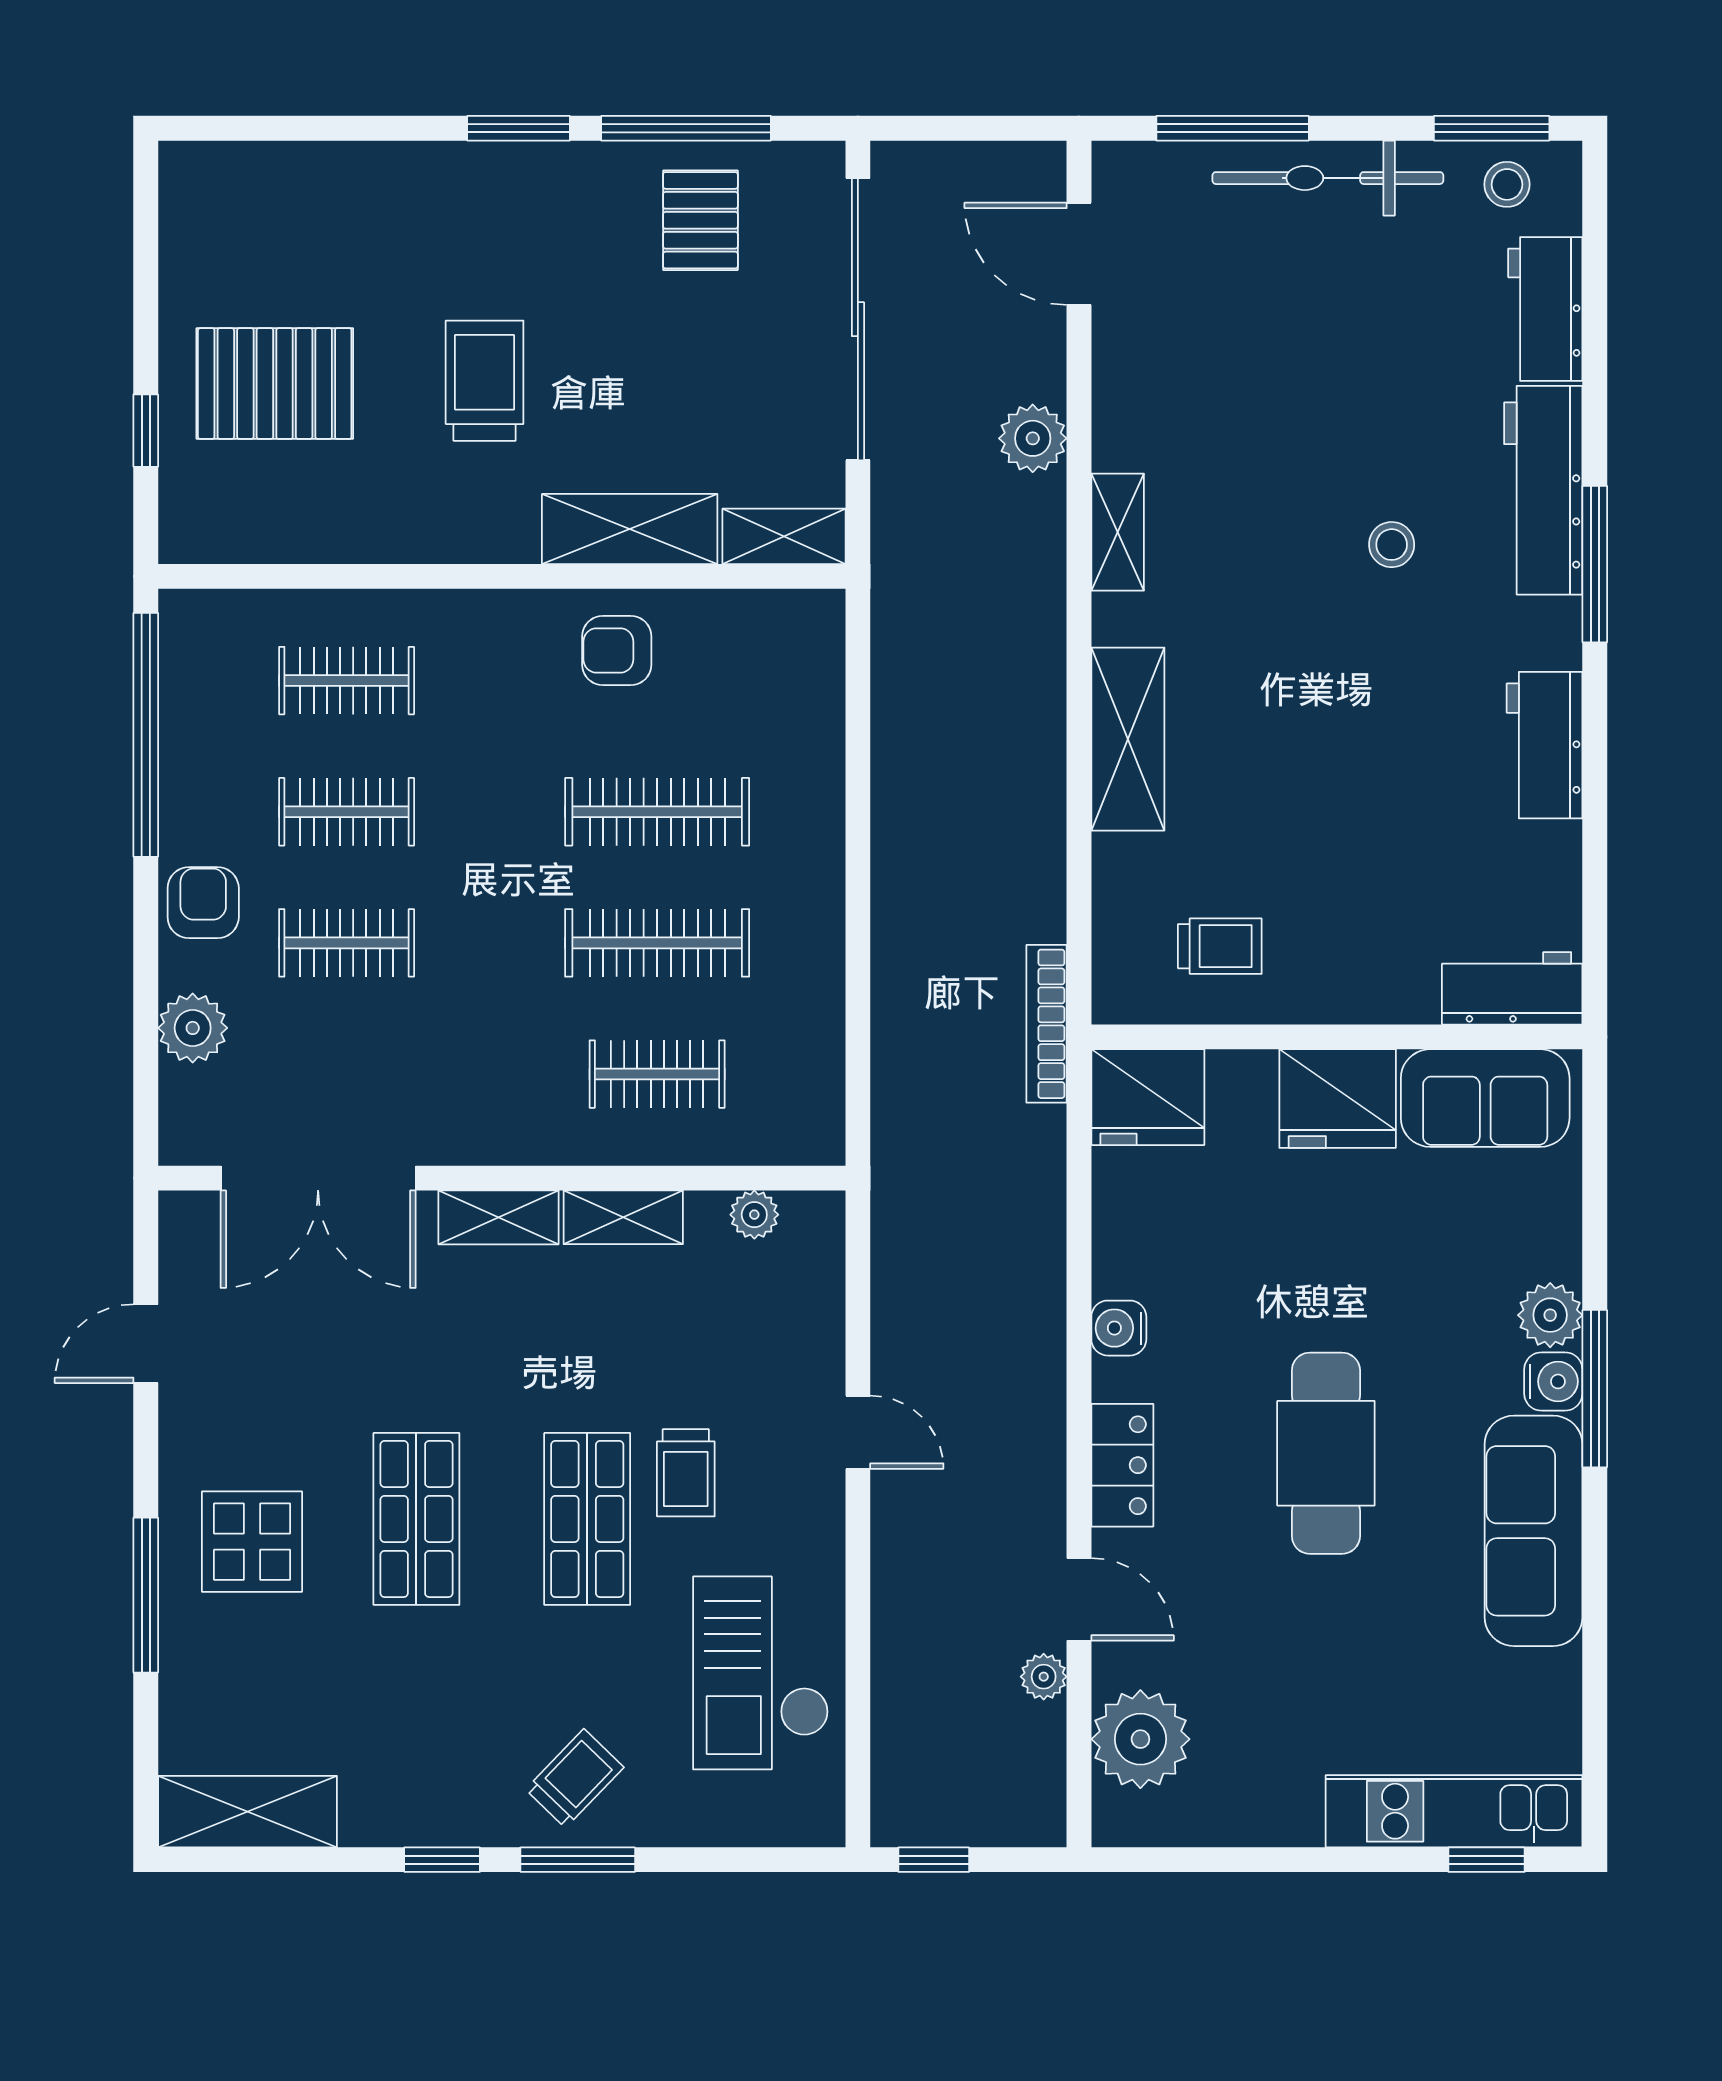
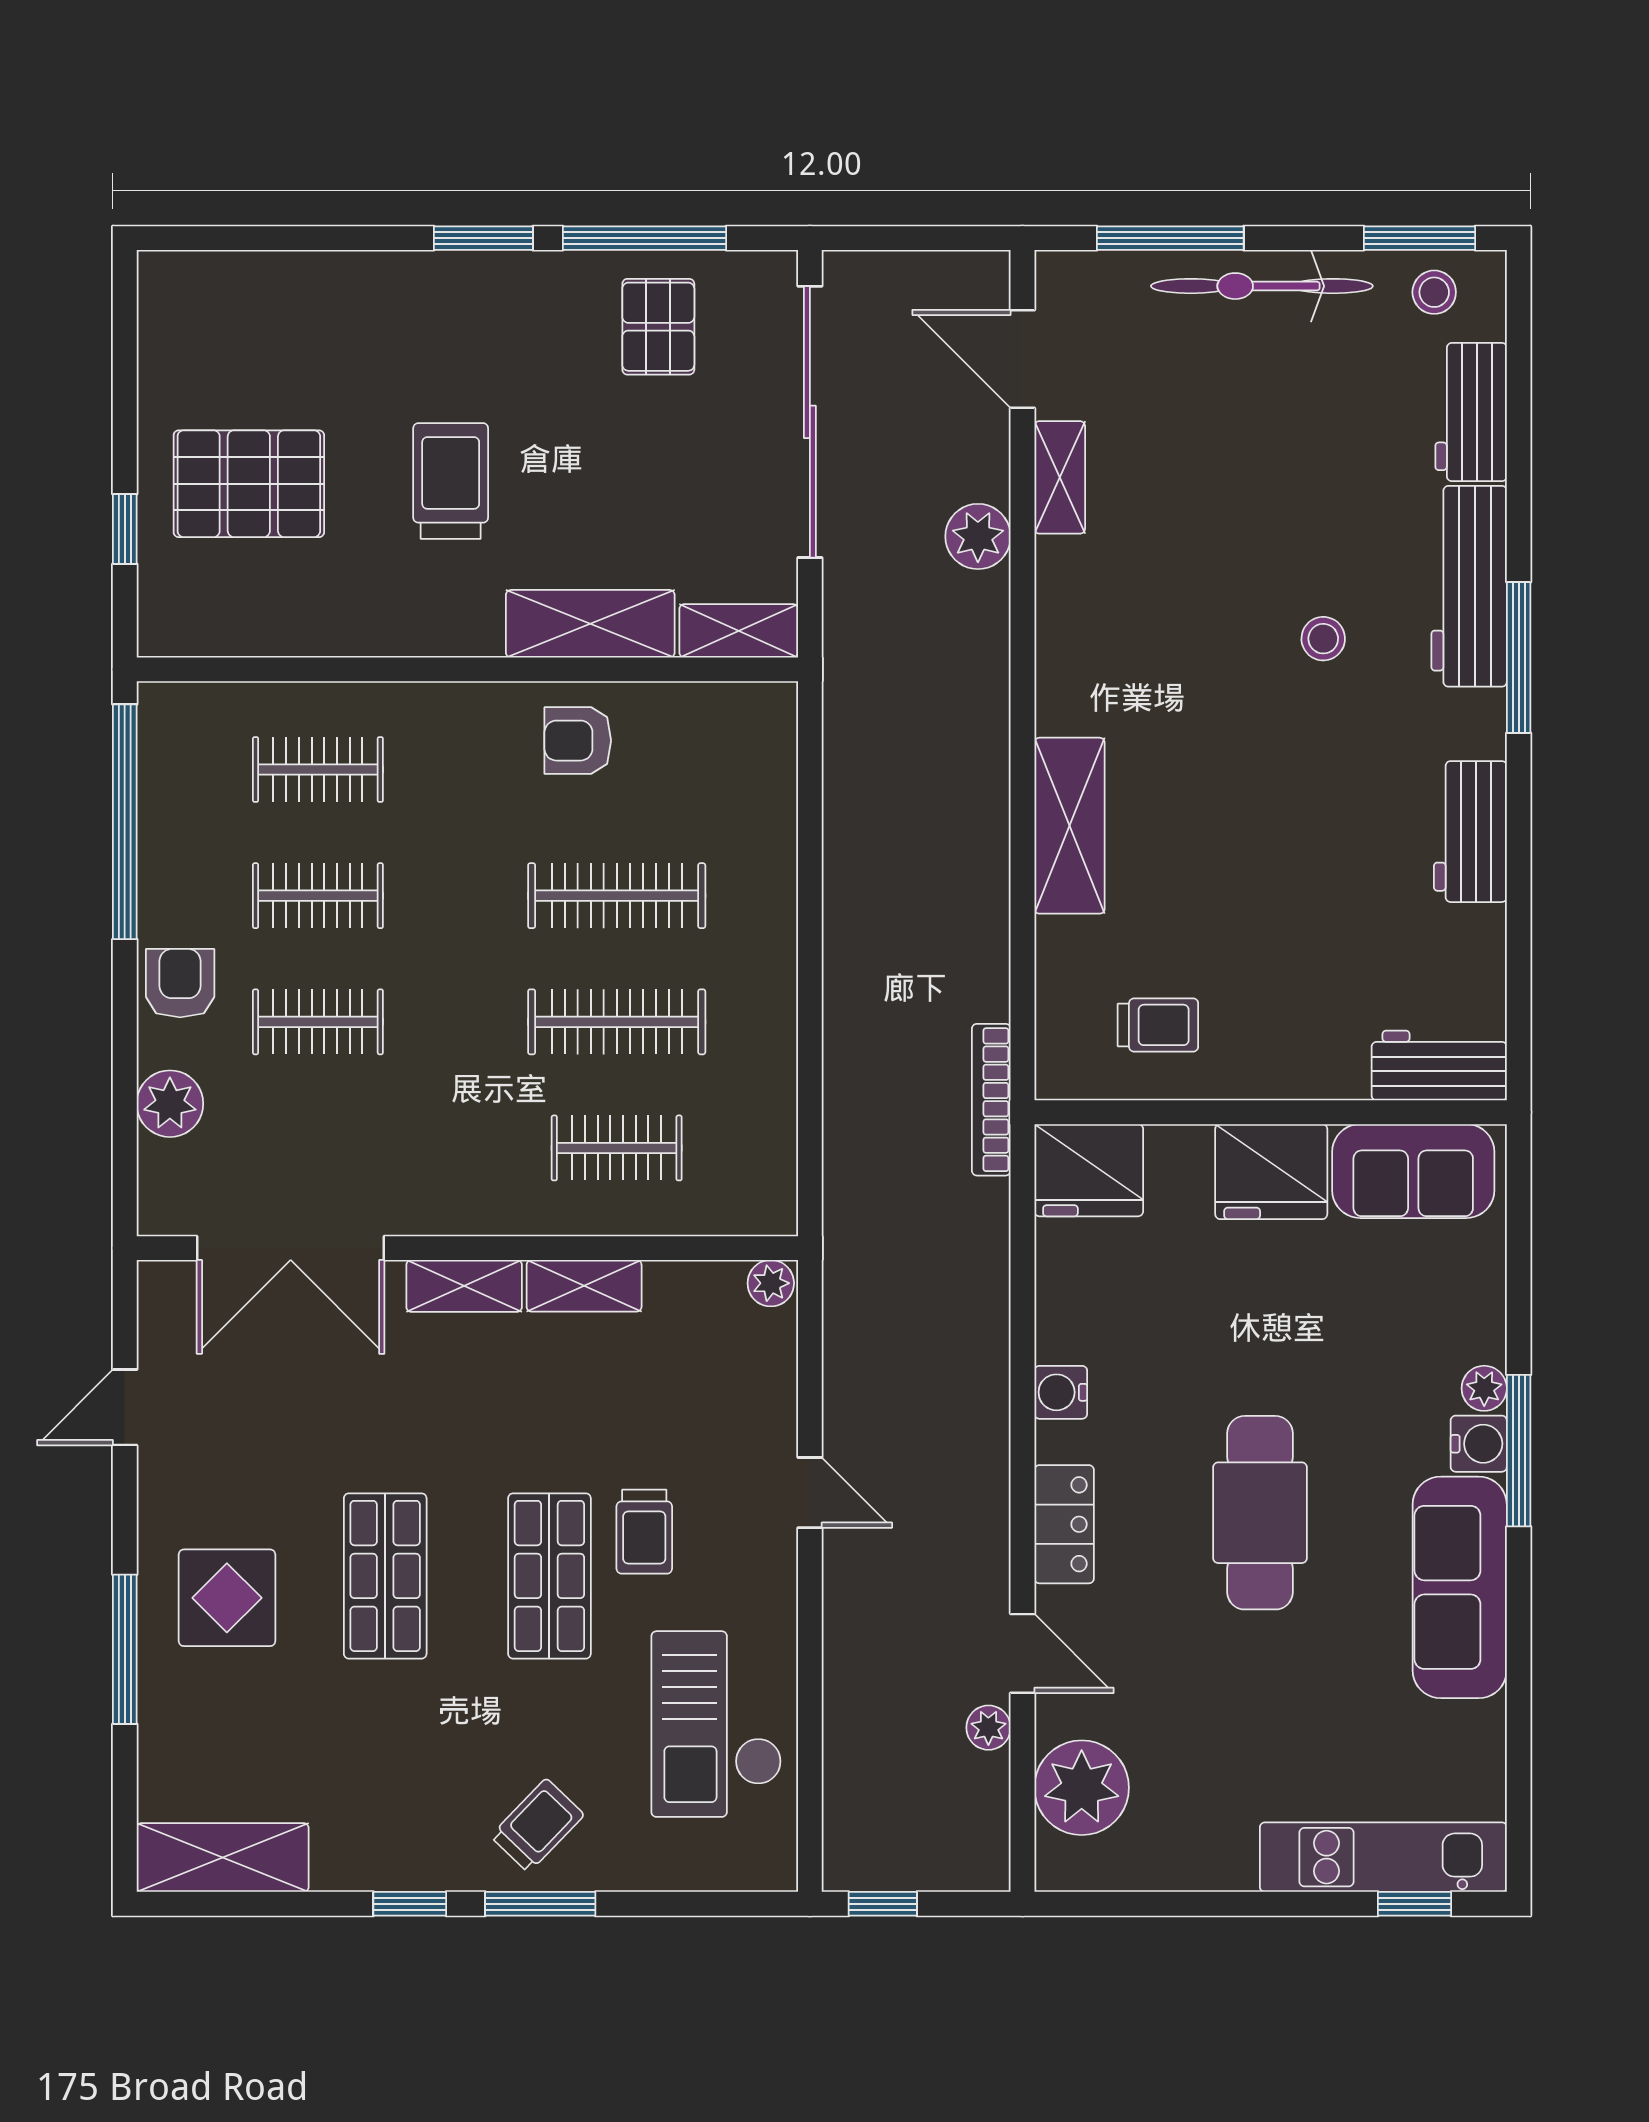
shelving: (1118, 532) -> (1060, 477), moved
plant: (754, 1215) -> (771, 1283), moved
plant: (1550, 1315) -> (1484, 1388), width x0.73, depth x0.73

